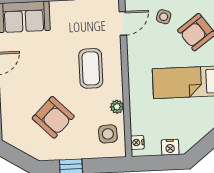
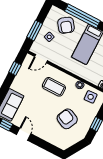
door: (123, 23) -> (41, 59), swing flipped
armchair: (53, 117) -> (67, 119), turned -110

